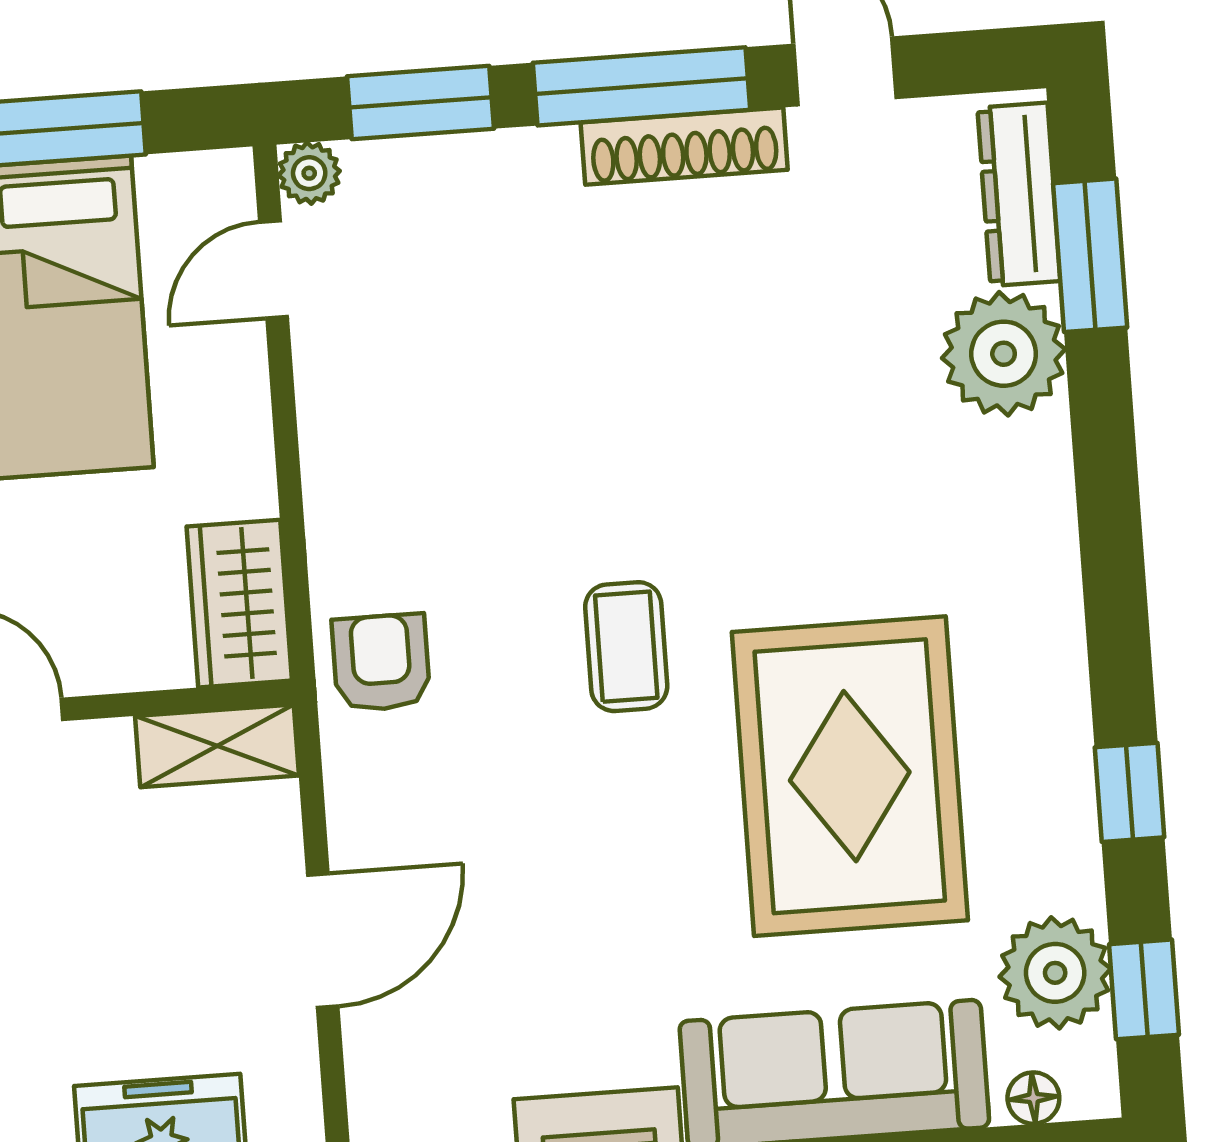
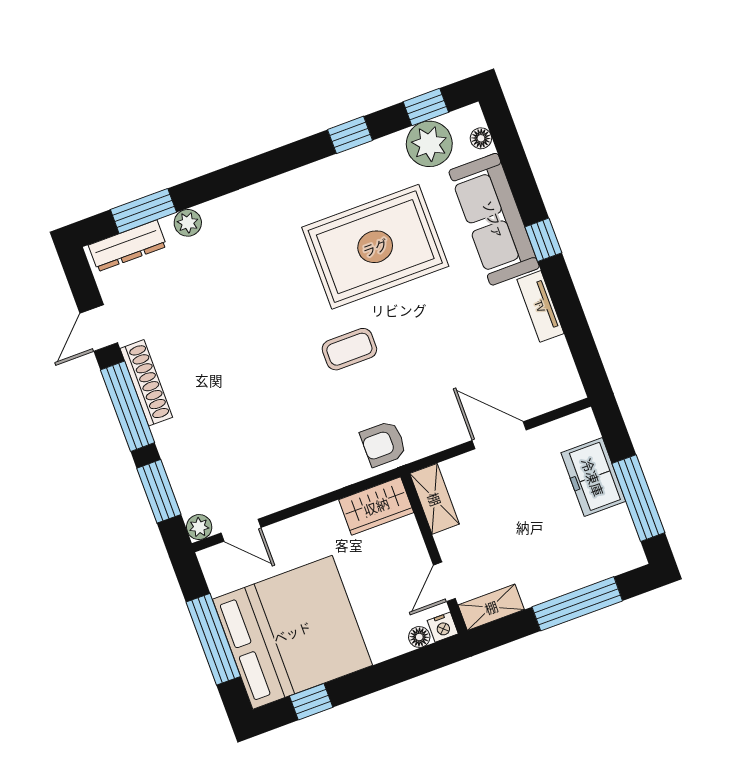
plant: (1004, 354) -> (188, 223), width x0.53, depth x0.53

